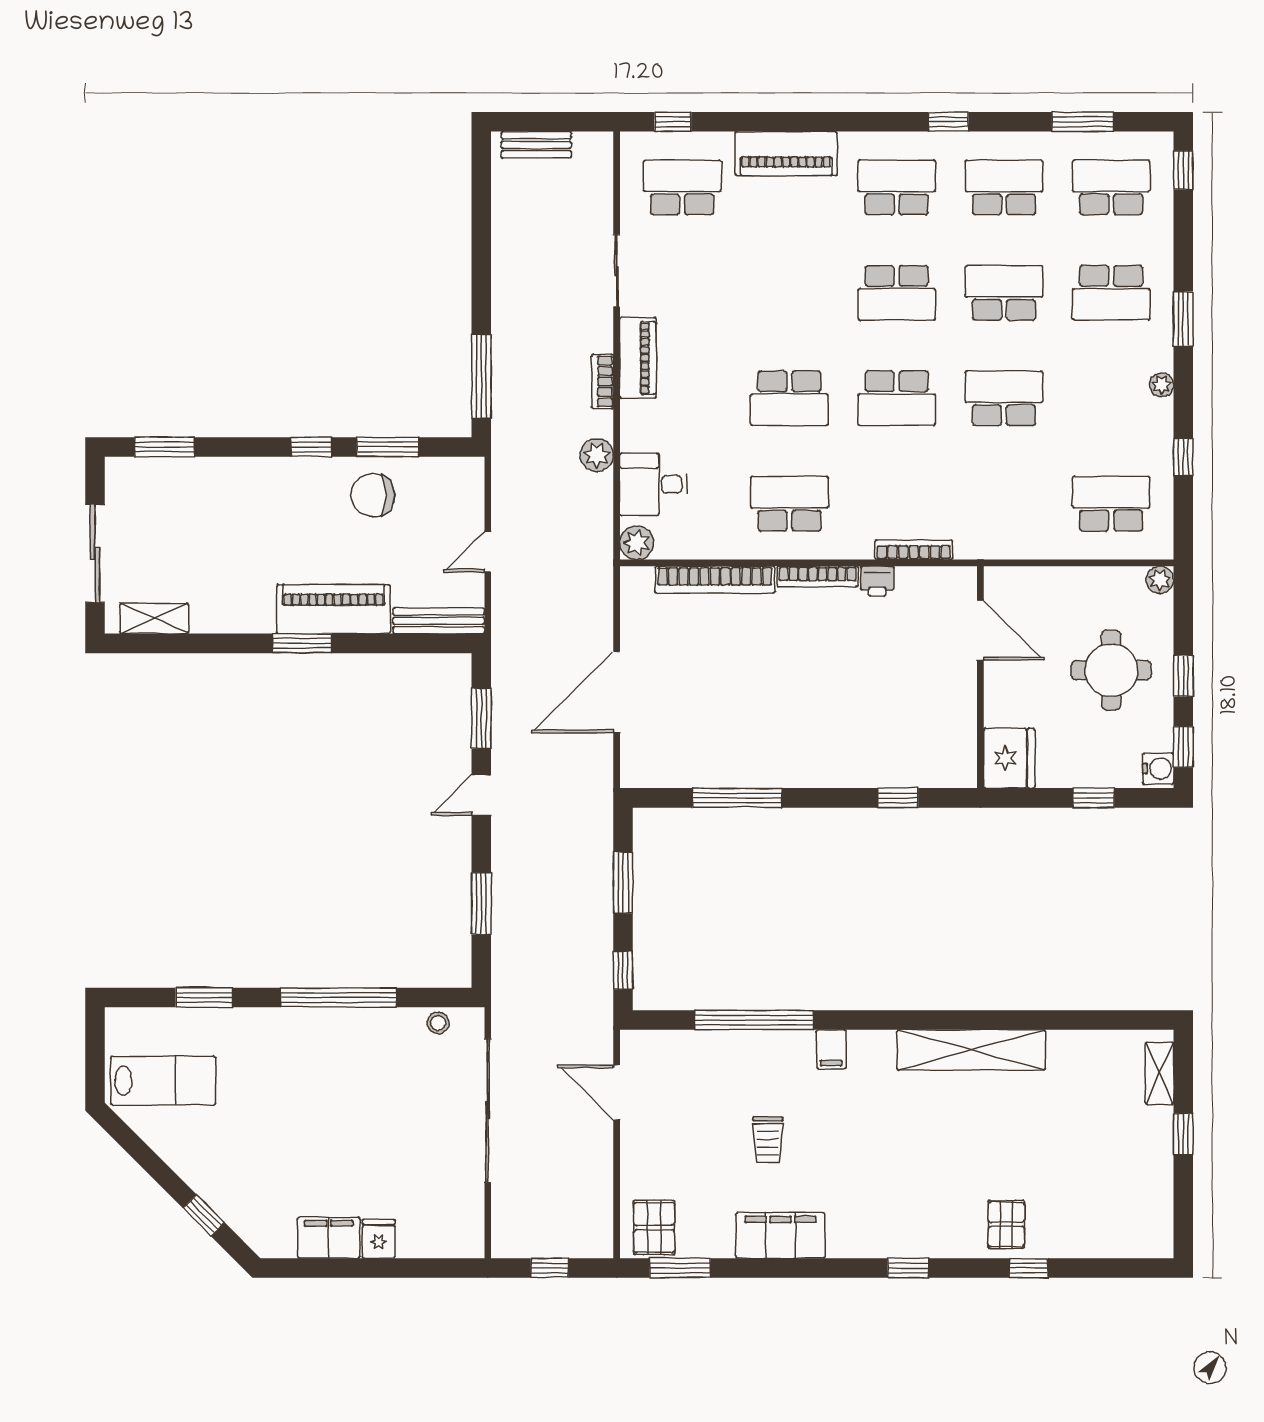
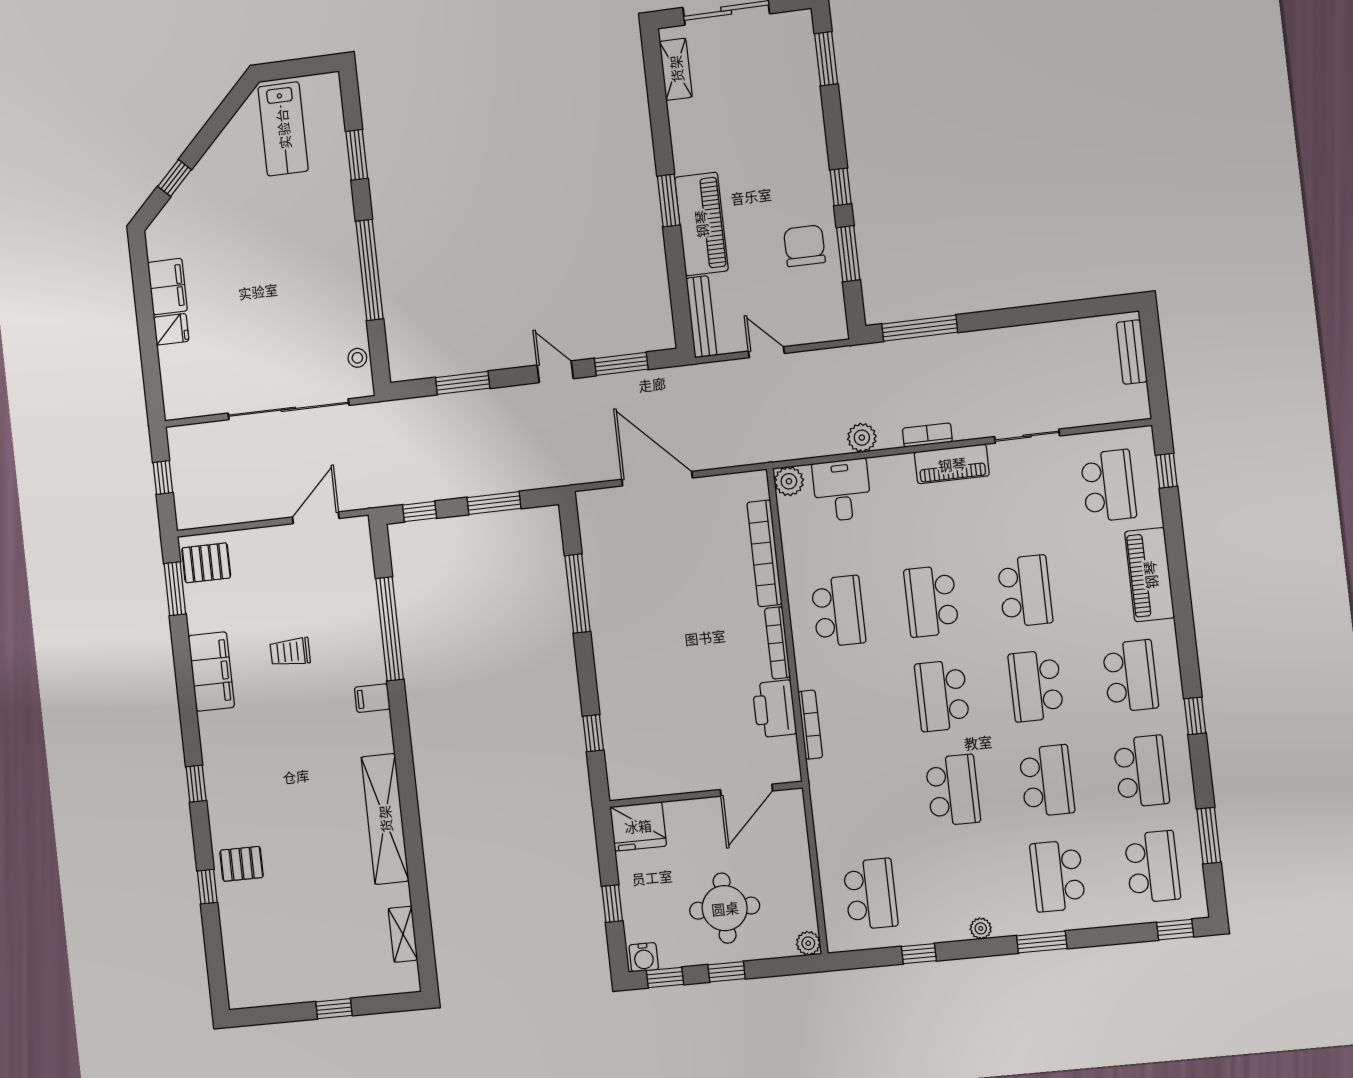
school desk: (789, 293) -> (1025, 591), added
printer: (877, 581) -> (774, 709), width x1.87, depth x1.48
shelving: (1160, 1073) -> (403, 934), moved, turned 90

